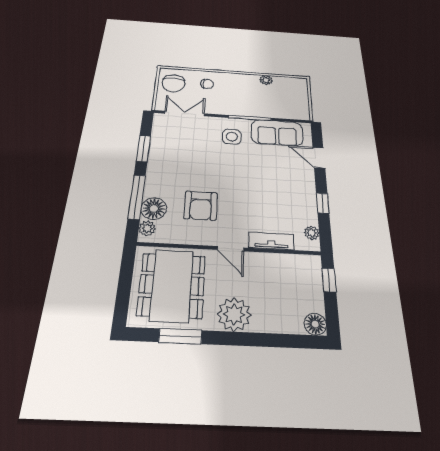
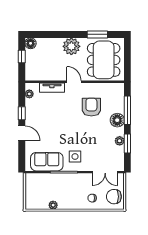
chair: (174, 83) -> (114, 197), turned -90
door: (319, 158) -> (22, 133), moved
floor lamp: (154, 209) -> (117, 120), moved
plant: (147, 228) -> (120, 141), moved
window: (329, 280) -> (22, 57), moved

